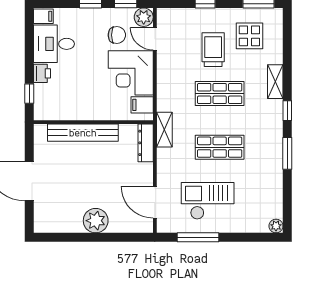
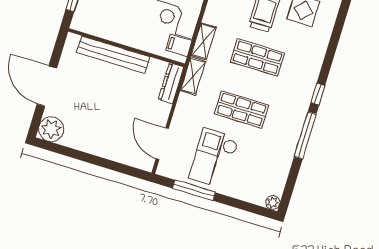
shelving: (275, 82) -> (204, 41), moved
window: (287, 153) -> (305, 135), width x1.44
checkout: (208, 201) -> (214, 158), turned -90
plant: (96, 221) -> (51, 129), moved

